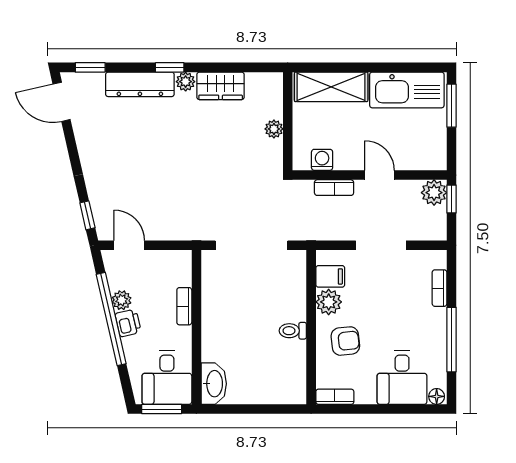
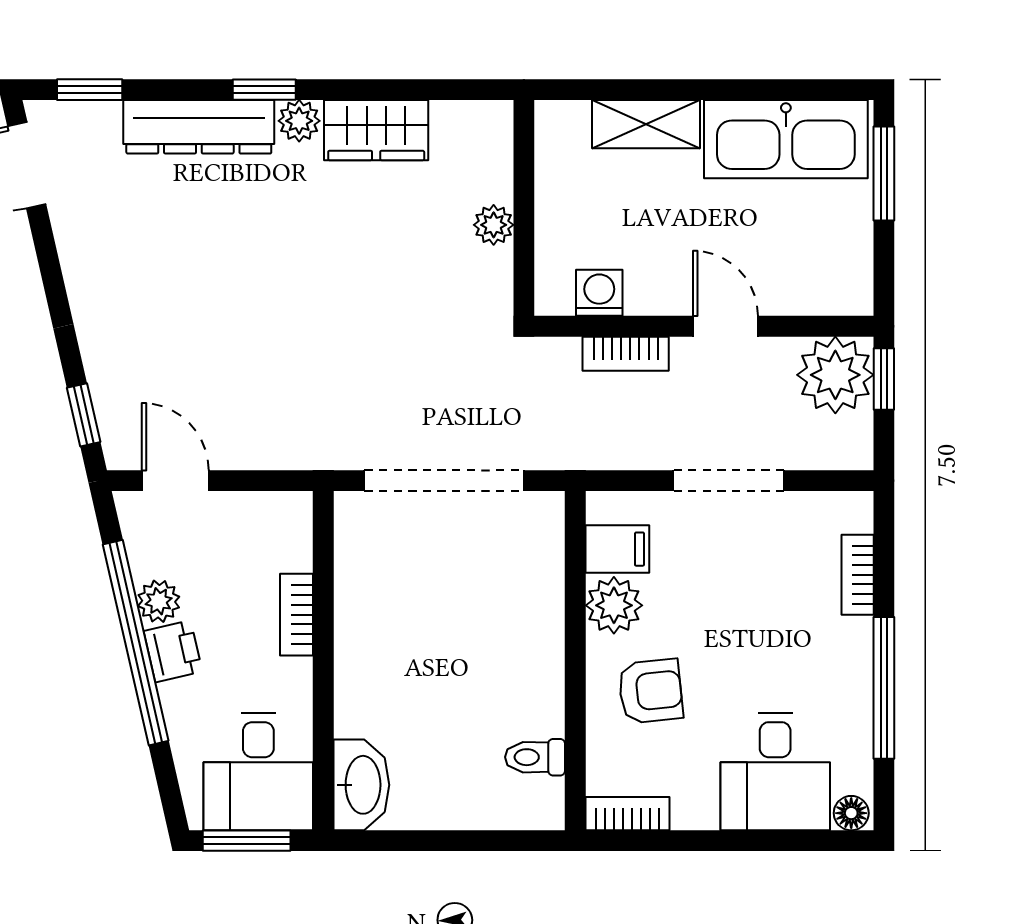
shelving: (331, 87) -> (646, 124), width x0.67, depth x0.75
plant: (434, 193) -> (835, 375), width x1.36, depth x1.36
toilet: (293, 331) -> (535, 757), moved

